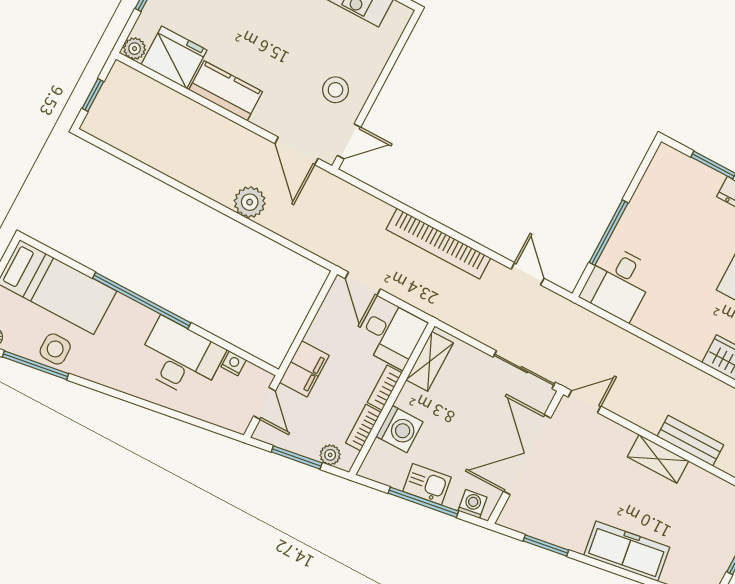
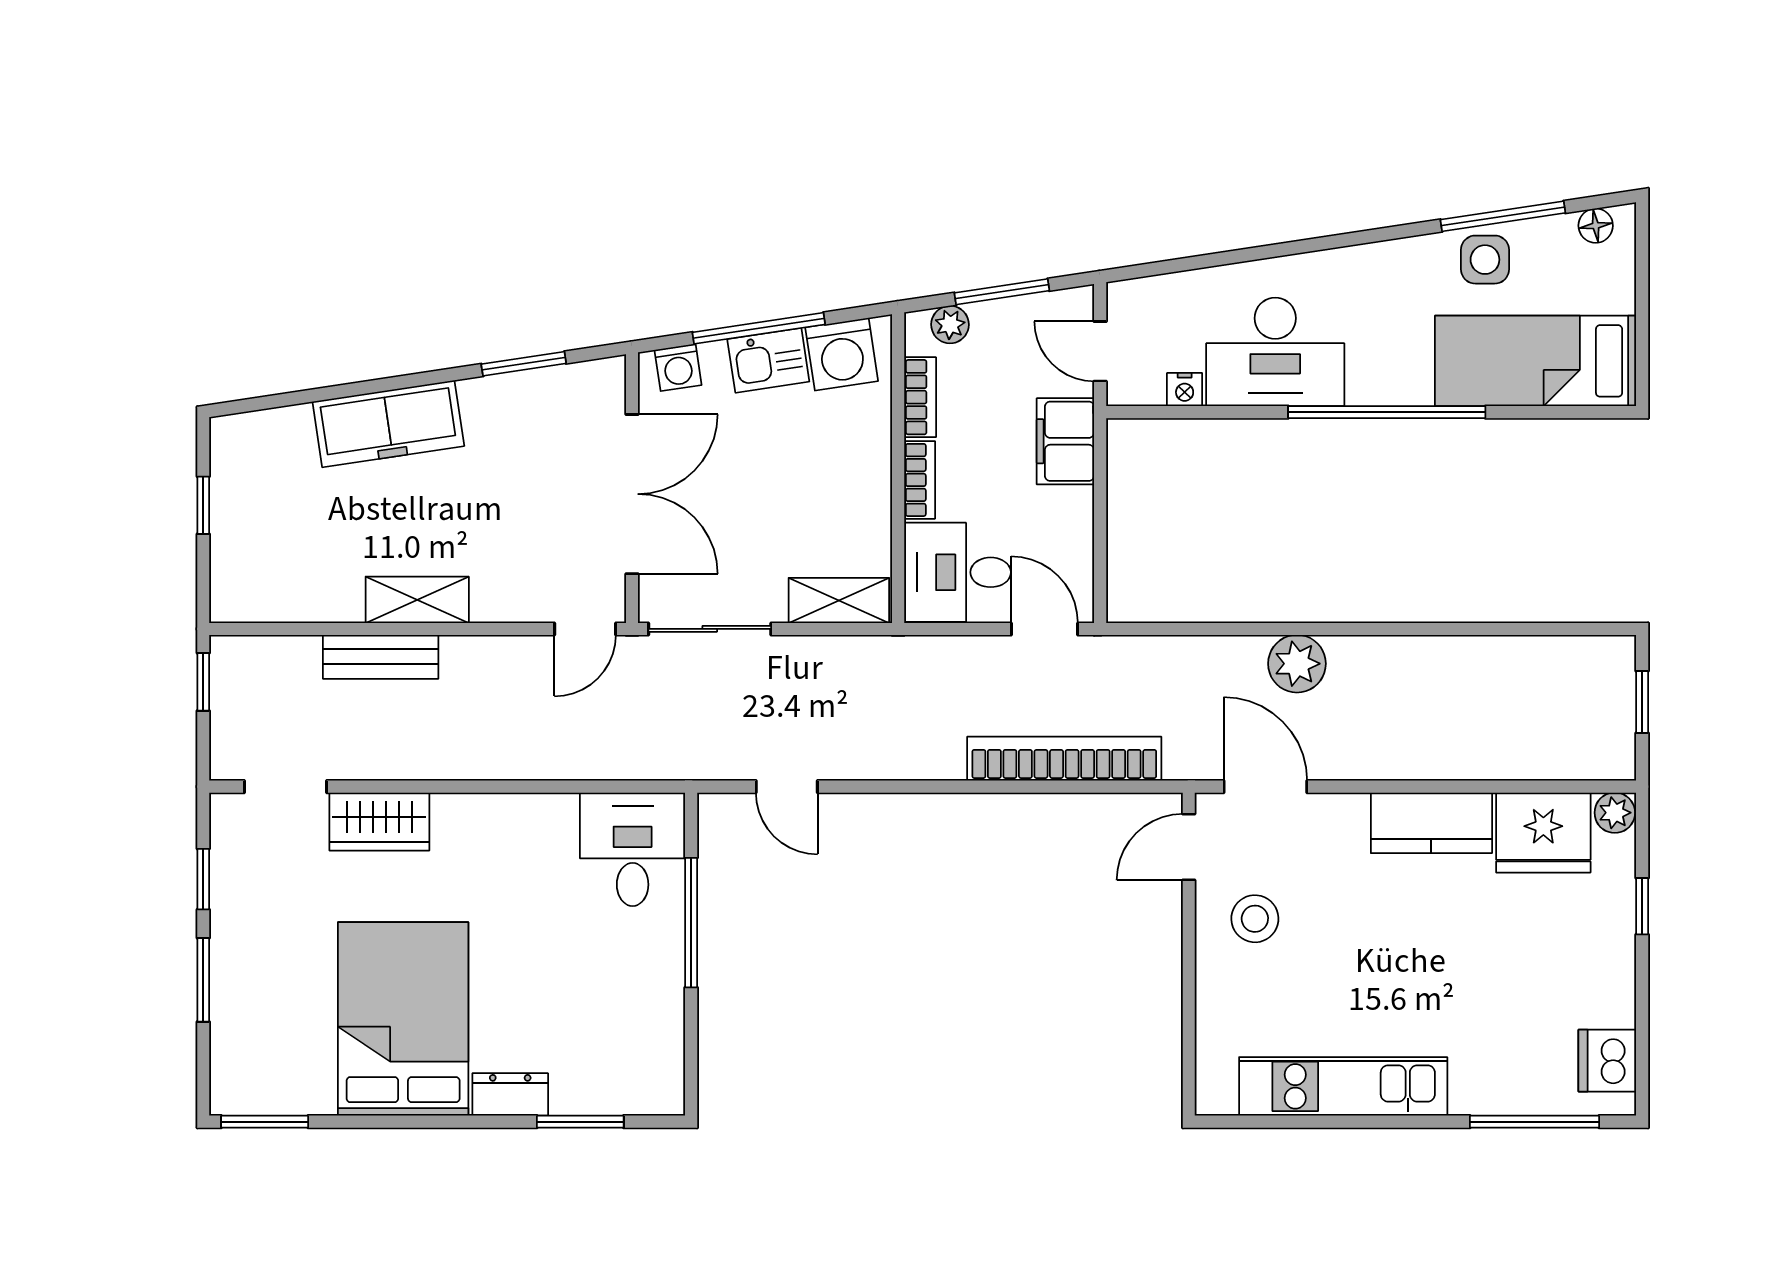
bookcase: (438, 244) -> (1064, 759), moved
shelving: (430, 361) -> (839, 600), moved, turned 90
washing machine: (400, 429) -> (842, 354), moved, turned -99

